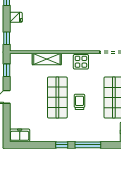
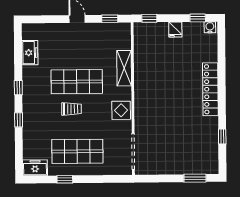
freezer: (20, 135) -> (30, 53), moved
window: (88, 145) -> (19, 120), width x0.46

